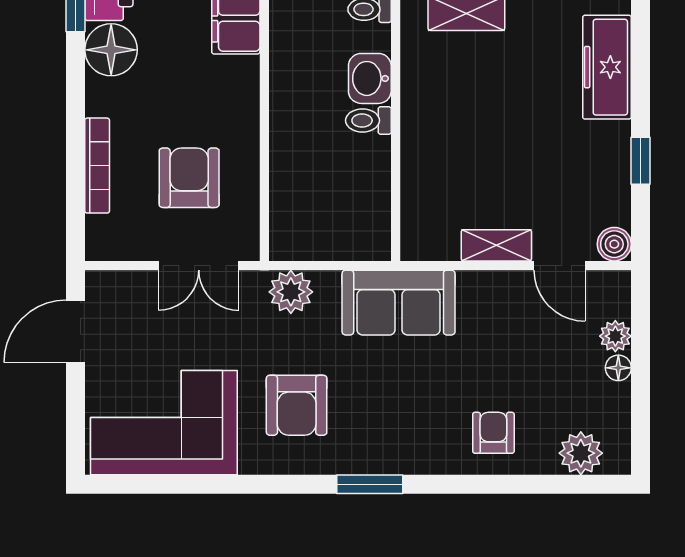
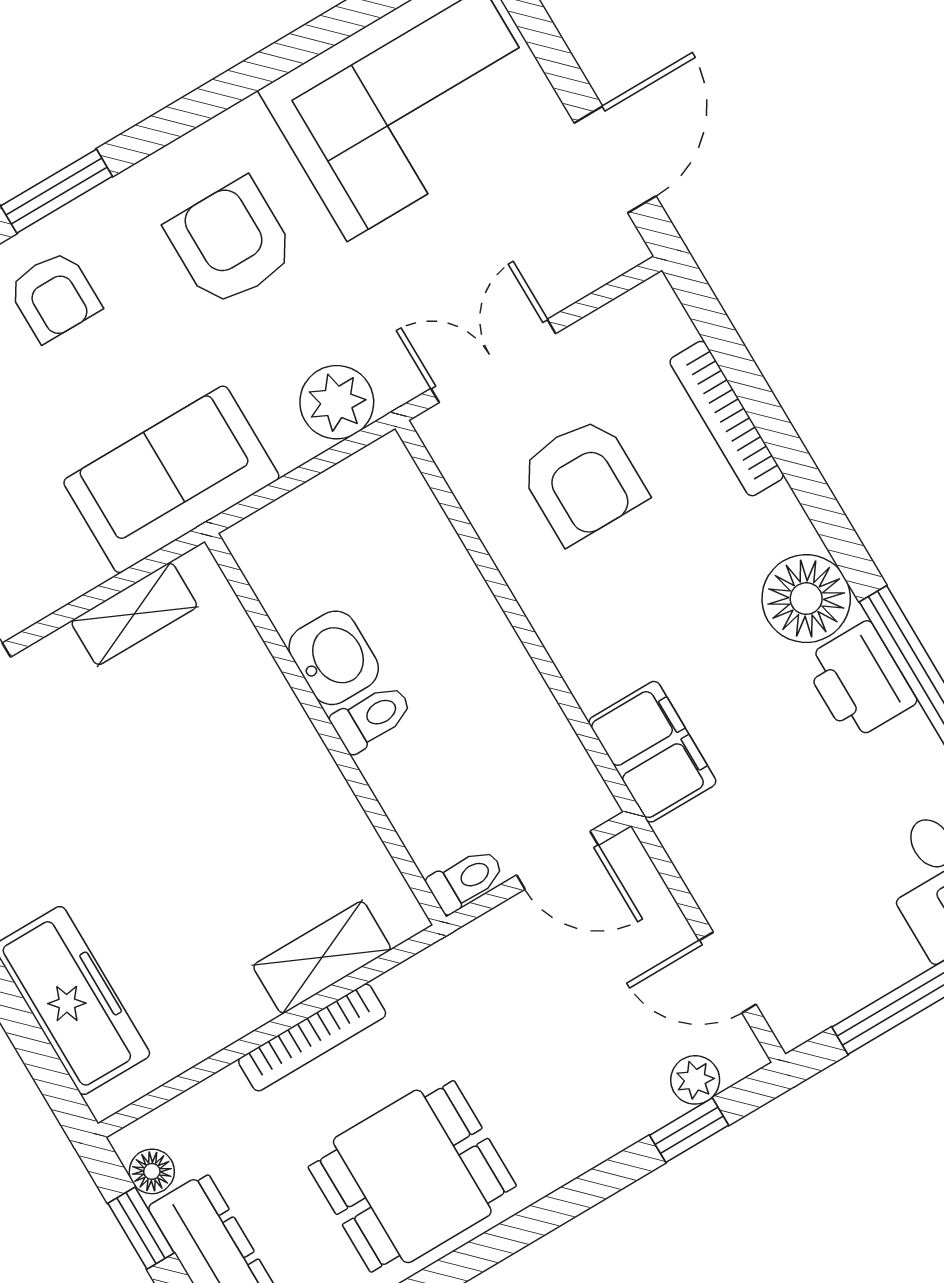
washbasin: (370, 78) -> (334, 658), moved
shelving: (496, 245) -> (134, 614), moved
armchair: (403, 431) -> (54, 296), added

